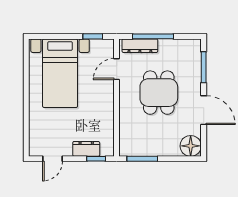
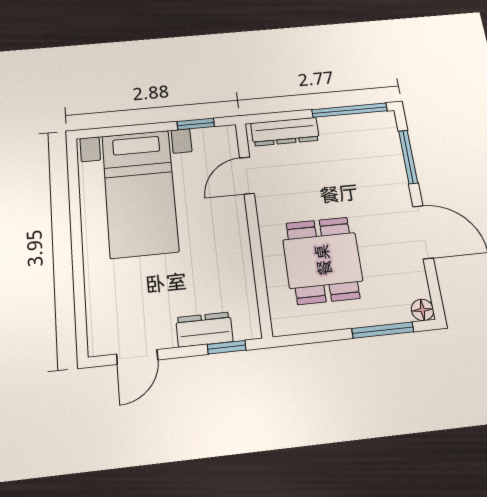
window: (153, 36) -> (350, 110), moved
dining table: (159, 93) -> (323, 260), moved
floor lamp: (191, 146) -> (422, 310), width x0.53, depth x0.53
window: (142, 159) -> (383, 330), moved

